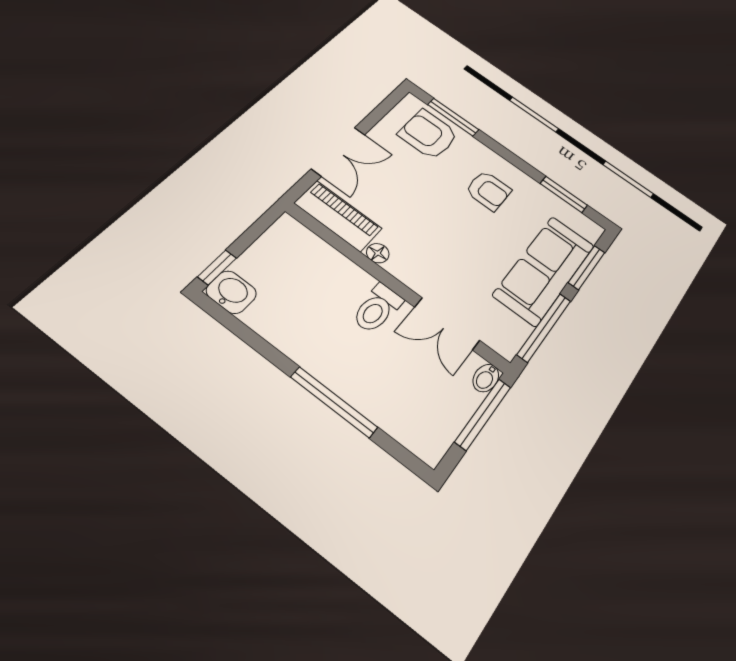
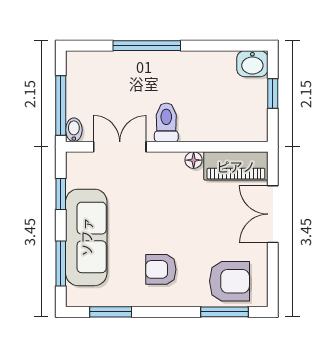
window: (217, 267) -> (273, 93), moved
window: (544, 327) -> (61, 194), width x0.46

